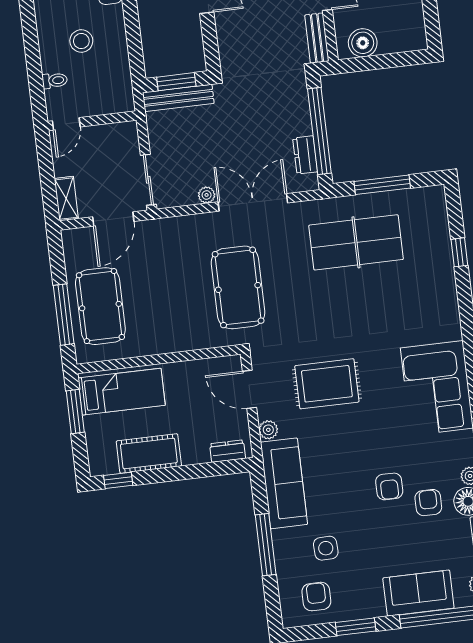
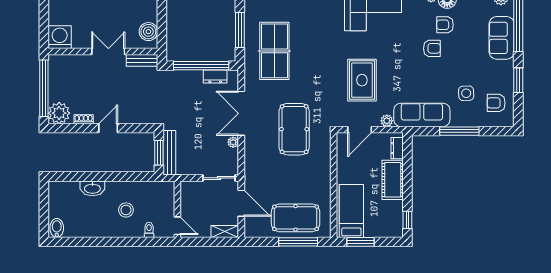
pool table: (238, 287) -> (294, 129), turned 90
cot: (149, 454) -> (393, 180), moved

